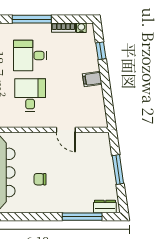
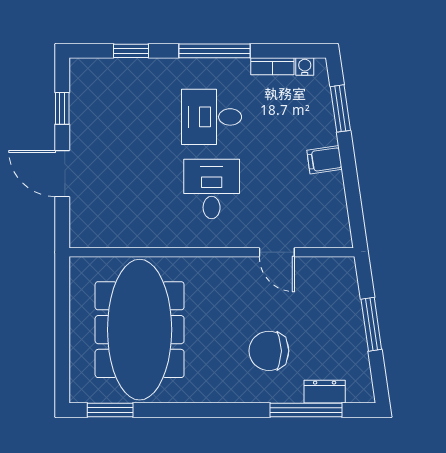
window: (101, 51) -> (340, 108), width x1.50
chair: (40, 179) -> (269, 351), moved, width x1.87, depth x1.87
dresser: (105, 207) -> (325, 392), moved

